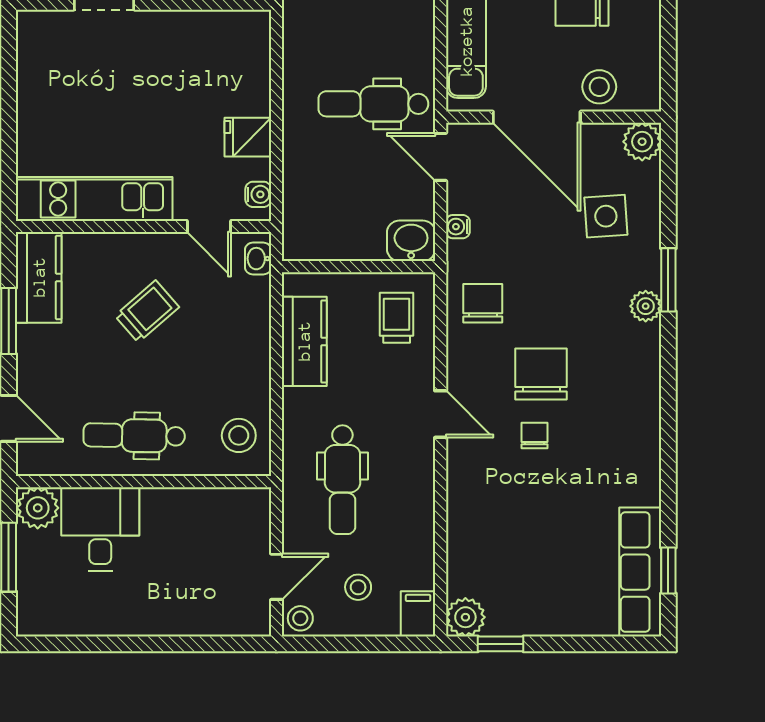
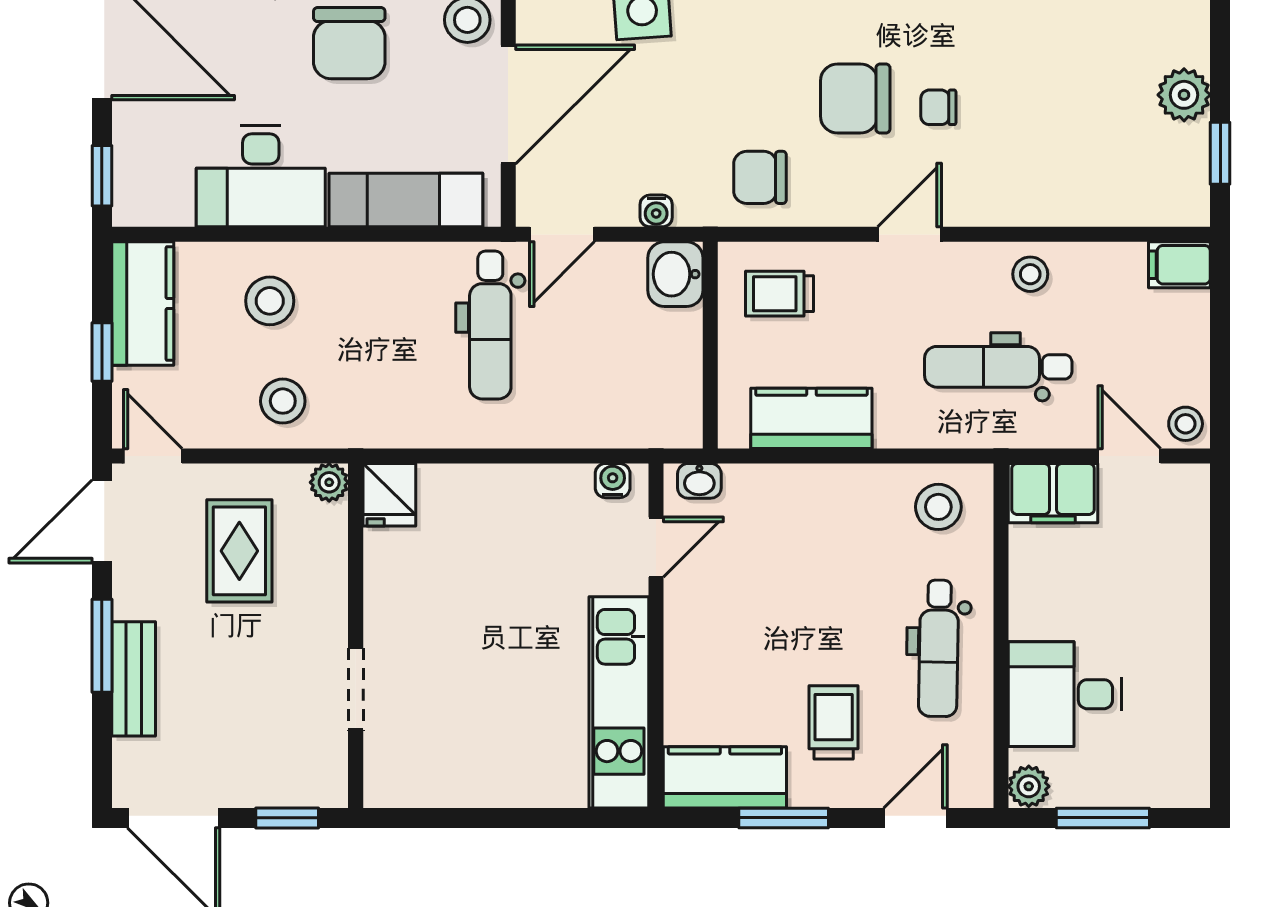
fridge: (248, 137) -> (389, 495), moved
trolley: (147, 311) -> (834, 722), moved, turned 41
dental chair: (342, 480) -> (998, 367), turned 180
plant: (38, 508) -> (1029, 786), width x0.73, depth x0.73
filing cabinet: (249, 520) -> (1053, 493), added
stool: (358, 587) -> (1030, 274), moved
plant: (465, 617) -> (1184, 95), moved

